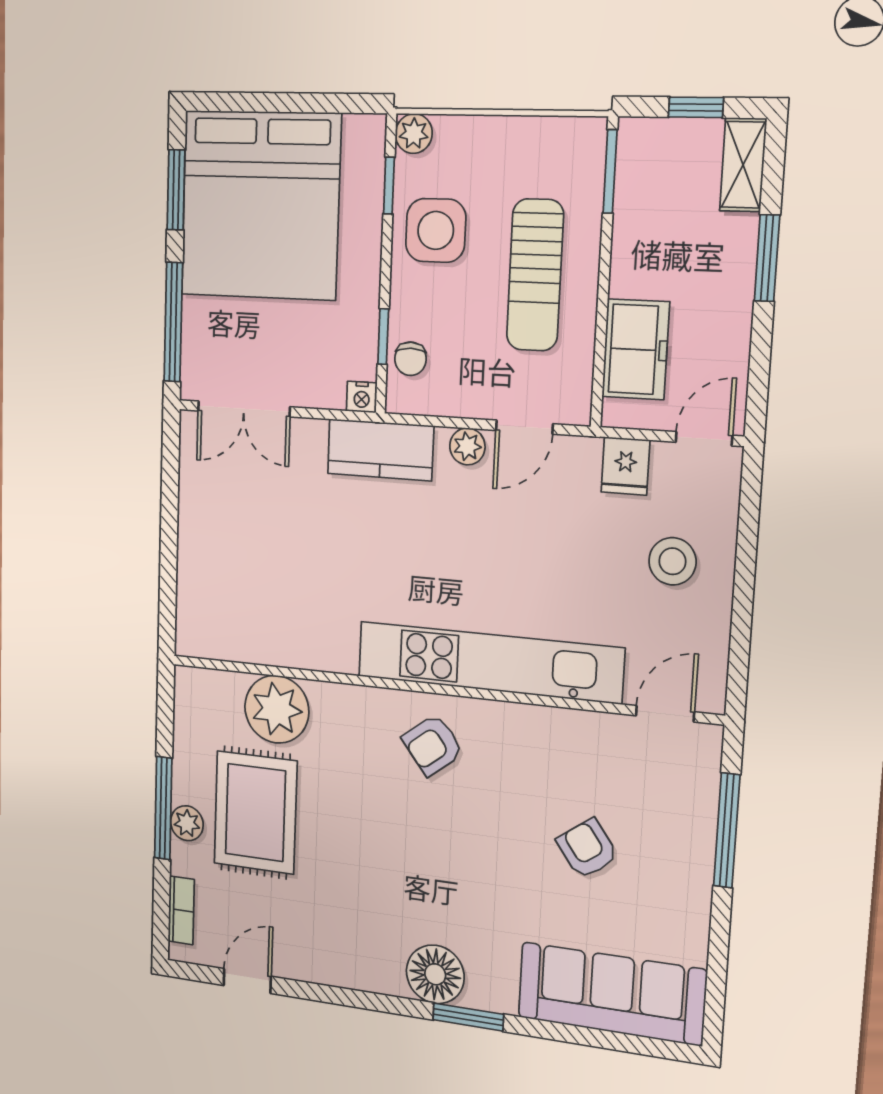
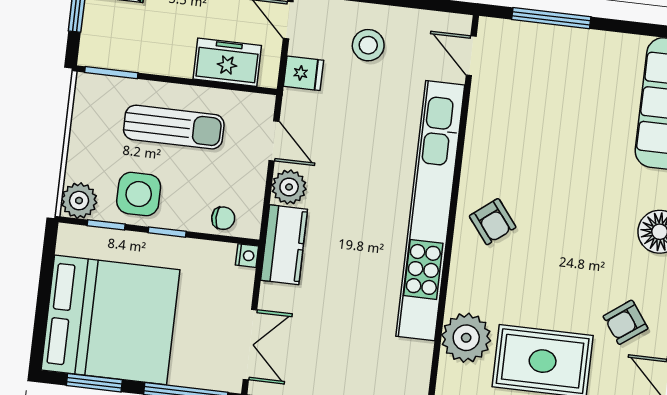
plant: (414, 134) -> (79, 201), width x1.38, depth x1.38
window: (383, 337) -> (167, 232), moved
plant: (467, 446) -> (289, 187), width x1.38, depth x1.38
kitchen unit: (489, 662) -> (430, 211), width x1.36
armchair: (587, 849) -> (626, 322), moved

